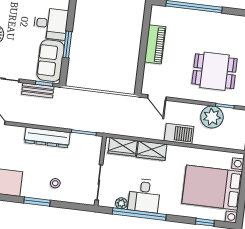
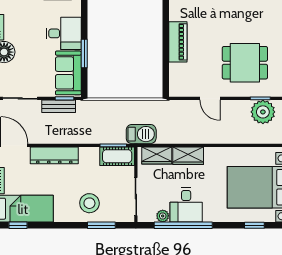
door: (157, 97) -> (210, 98), moved
plant: (212, 117) -> (263, 112), moved
barbecue: (179, 134) -> (141, 134), moved
dresser: (47, 137) -> (54, 155), moved
cot: (86, 143) -> (117, 156), added
stool: (55, 183) -> (89, 203), width x1.89, depth x1.89
window: (37, 202) -> (101, 225), moved

